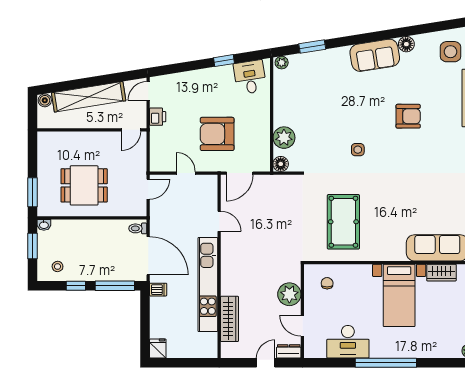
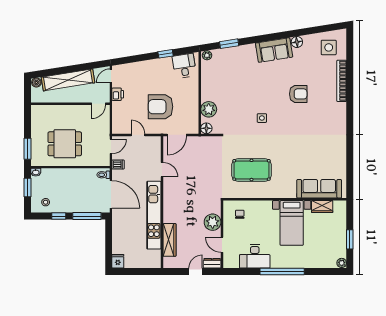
pool table: (343, 222) -> (251, 170), turned 90
dishwasher: (158, 290) -> (118, 164), moved

